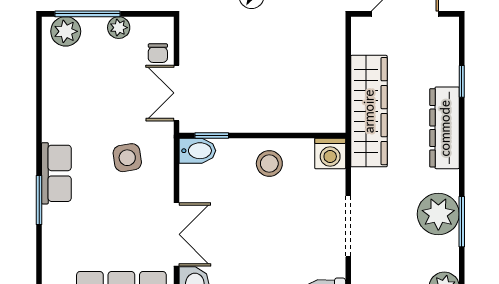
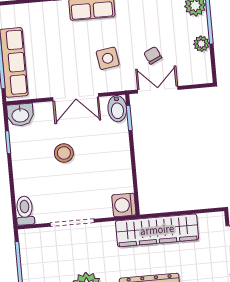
chair: (158, 53) -> (153, 55), moved, turned 65
stool: (269, 164) -> (64, 153), moved
double door: (176, 234) -> (76, 97), moved

